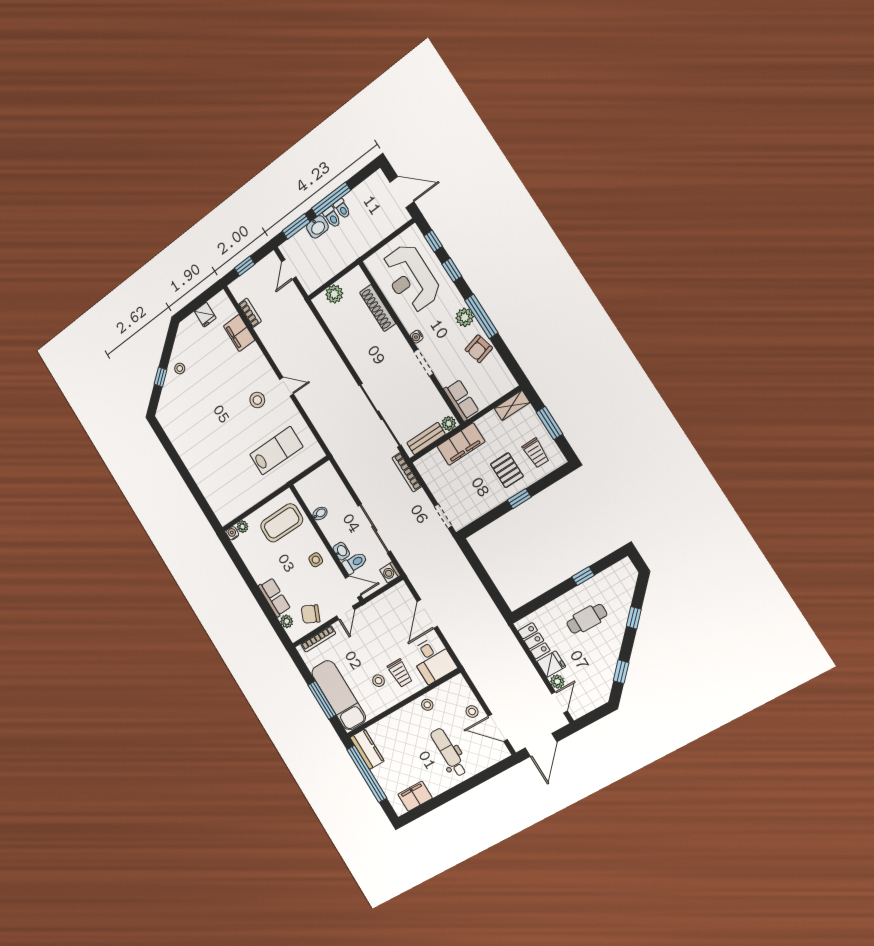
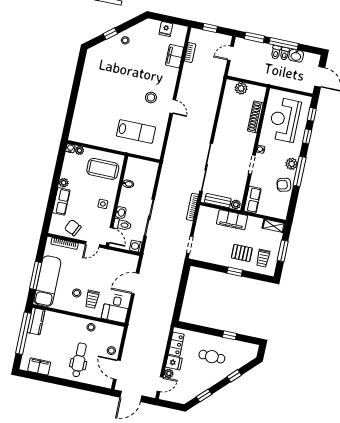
washbasin: (317, 227) -> (296, 56), moved
pallet: (507, 470) -> (242, 253), turned 90
plant: (287, 621) -> (64, 183), moved

